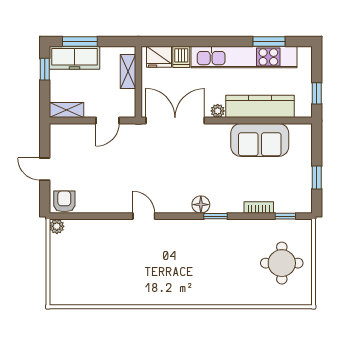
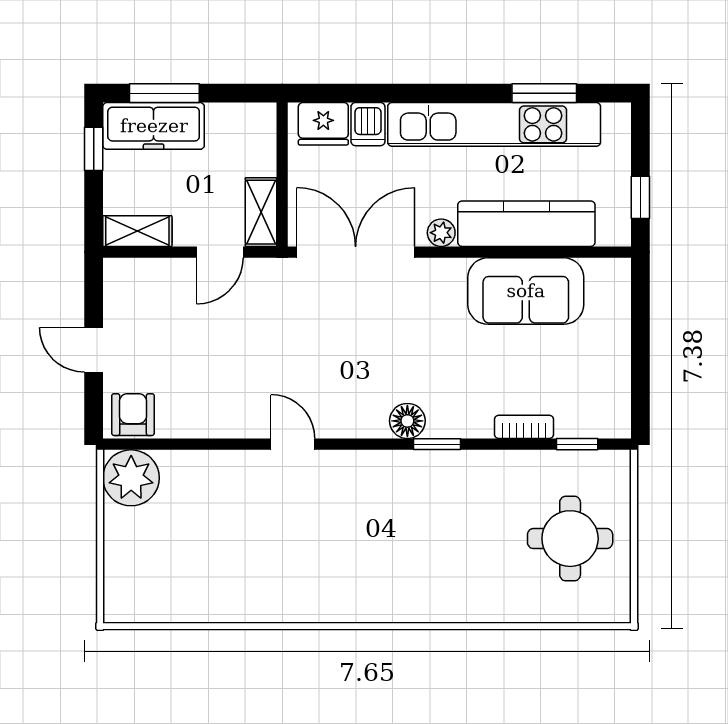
shelving: (128, 71) -> (261, 212), moved
window: (317, 177) -> (640, 367), removed
plant: (57, 226) -> (131, 478), width x1.88, depth x1.88

